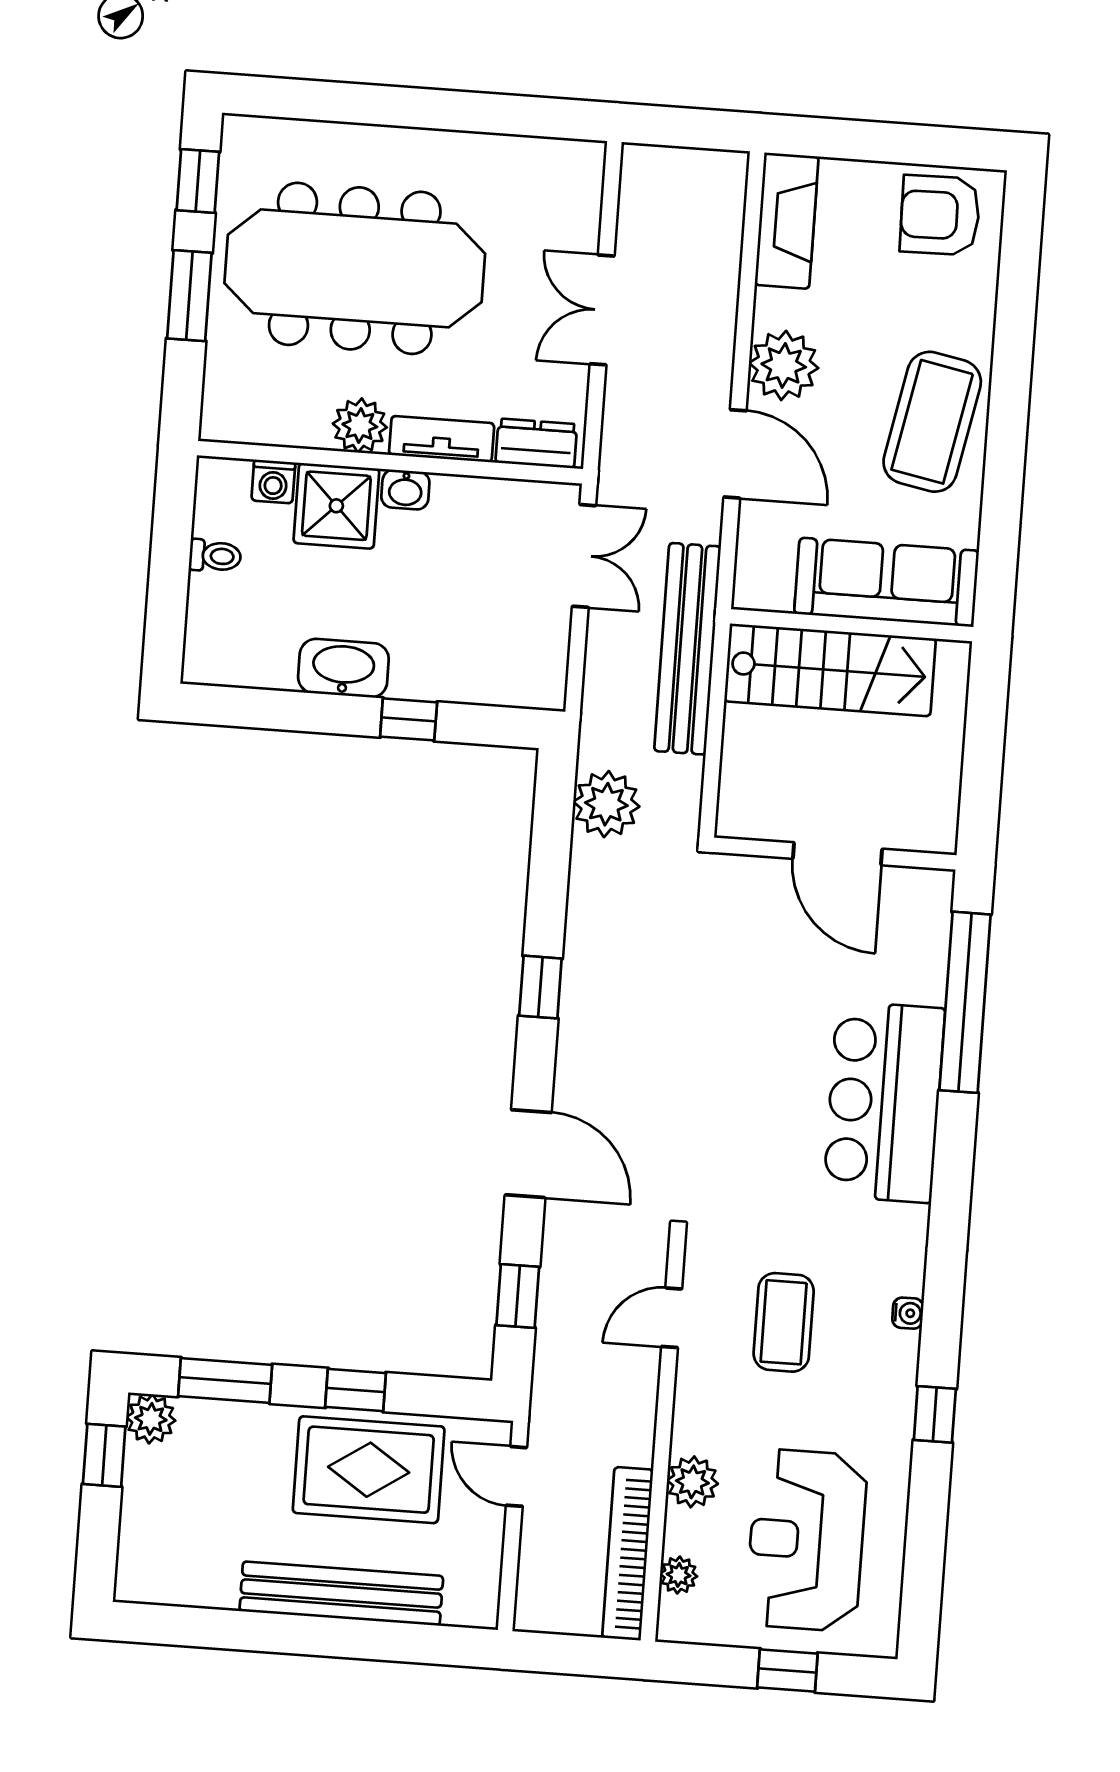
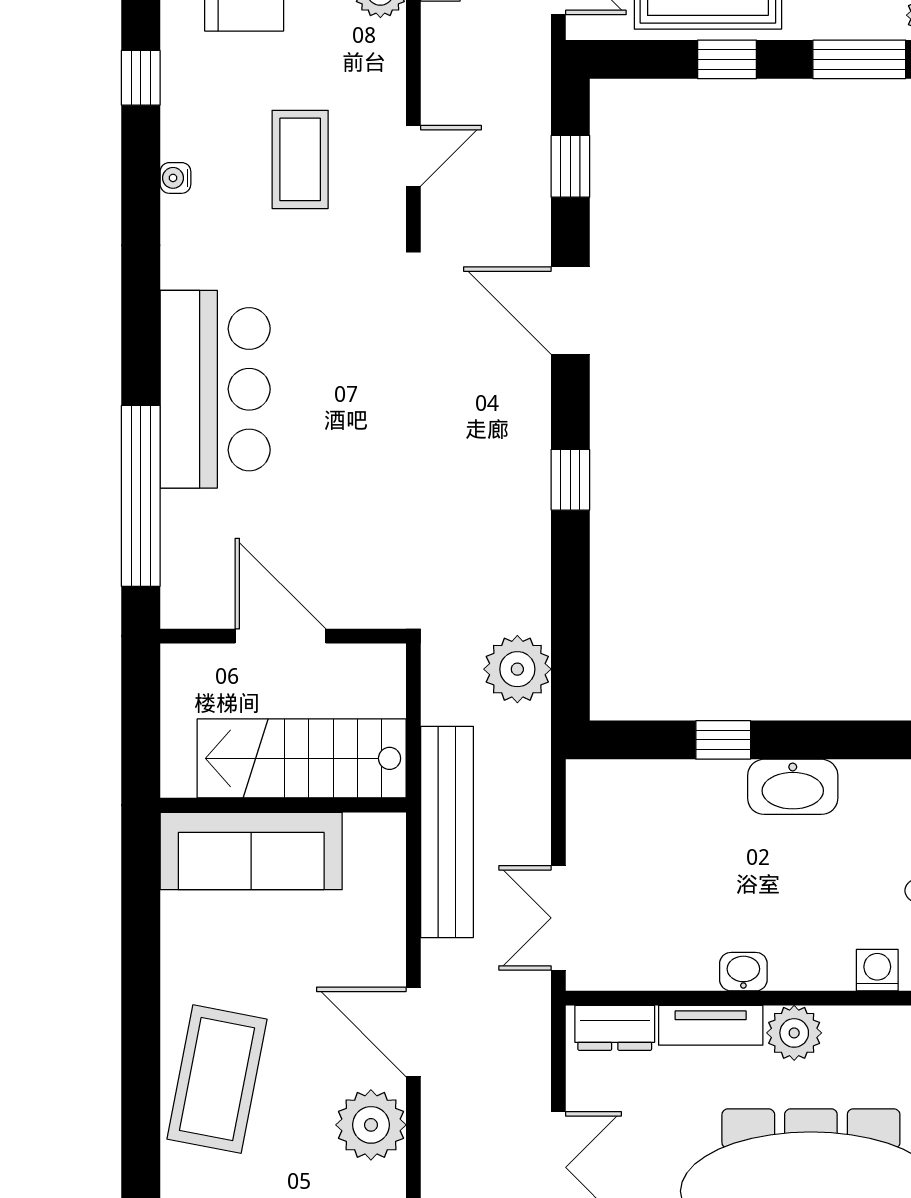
shower: (336, 506) -> (812, 950), removed
sofa: (886, 582) -> (251, 851), moved
wall: (852, 625) -> (283, 805), moved
stairs: (830, 670) -> (302, 758), moved

